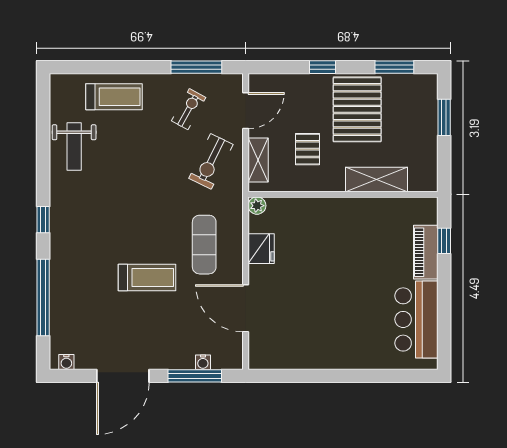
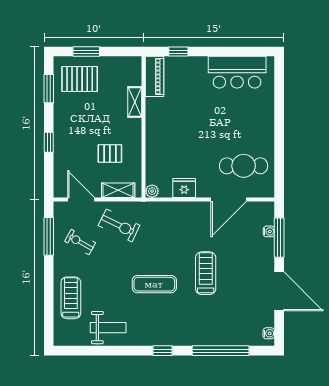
pallet: (357, 109) -> (80, 79), moved, width x0.73, depth x0.71
shelving: (377, 179) -> (135, 102), width x0.67, depth x0.75
exercise mat: (204, 245) -> (154, 284), moved
piano: (426, 252) -> (155, 76), moved, turned -90
cafe table: (291, 328) -> (244, 166), added

